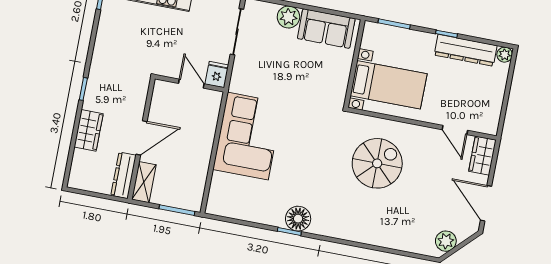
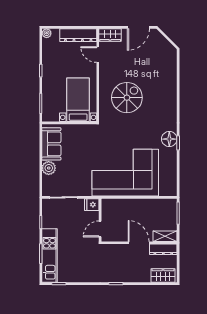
dresser: (466, 50) -> (78, 35), moved, turned 90
door: (191, 84) -> (100, 229), moved
wardrobe: (89, 130) -> (163, 276), moved
door: (455, 130) -> (98, 55), swing flipped
corner sofa: (248, 136) -> (125, 173), width x1.36, depth x1.36
spiral stairs: (377, 163) -> (127, 98), turned 90
plant: (446, 241) -> (166, 47), removed

